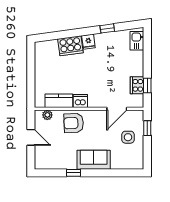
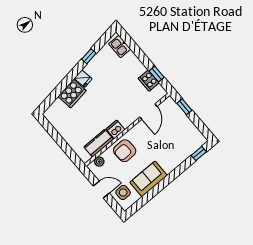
side table: (128, 137) -> (123, 192), moved
sofa: (94, 160) -> (149, 179), moved
window: (73, 173) -> (199, 154), moved

